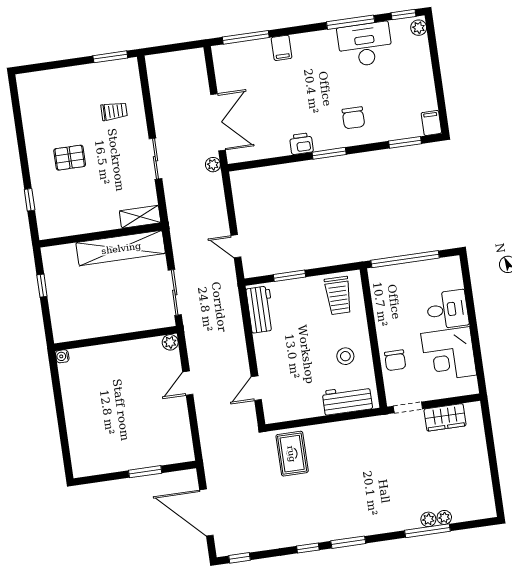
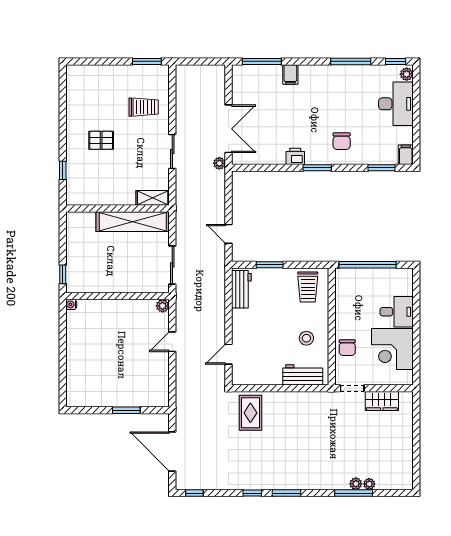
desk: (365, 45) -> (396, 104), moved, turned 90
trolley: (114, 111) -> (144, 107), width x1.36, depth x1.39
window: (42, 286) -> (63, 274), moved

